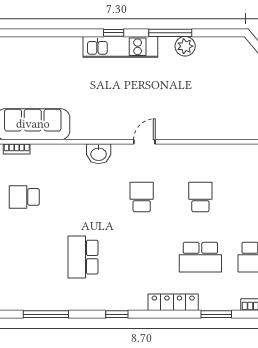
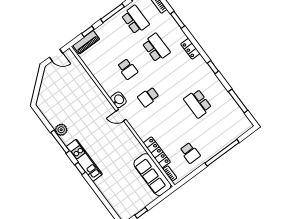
locker: (58, 152) -> (157, 152), added
washbasin: (99, 154) -> (118, 100), moved
school desk: (200, 197) -> (127, 69), turned -90
school desk: (83, 257) -> (198, 104), turned 90
locker: (173, 302) -> (190, 49), width x0.66

